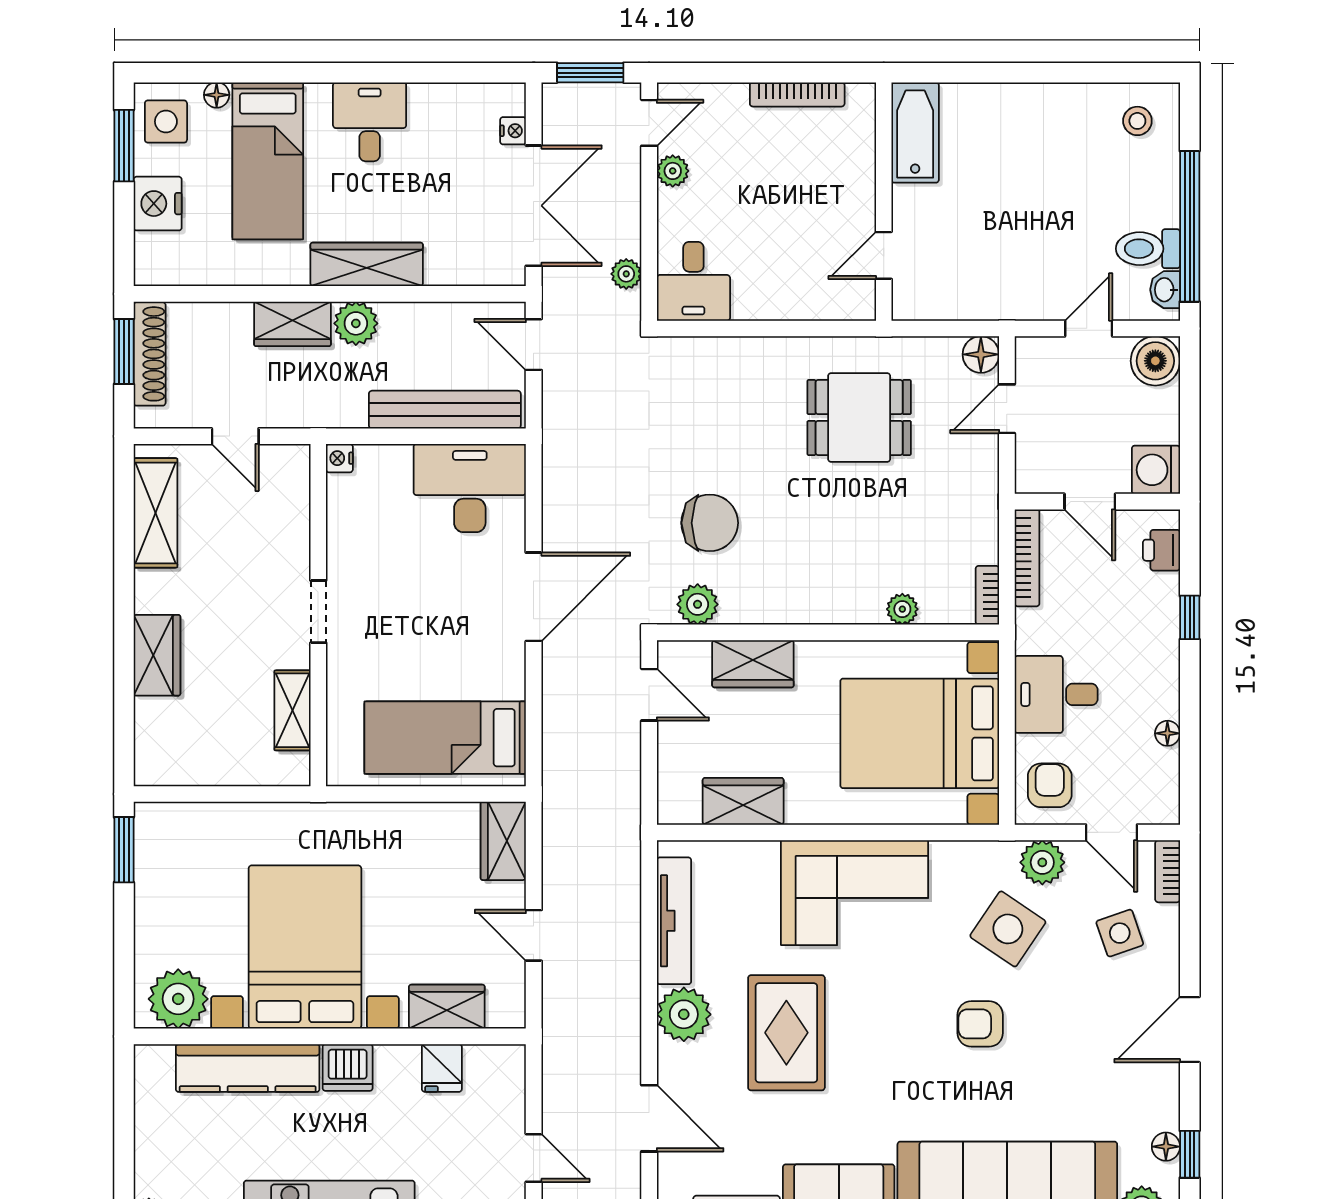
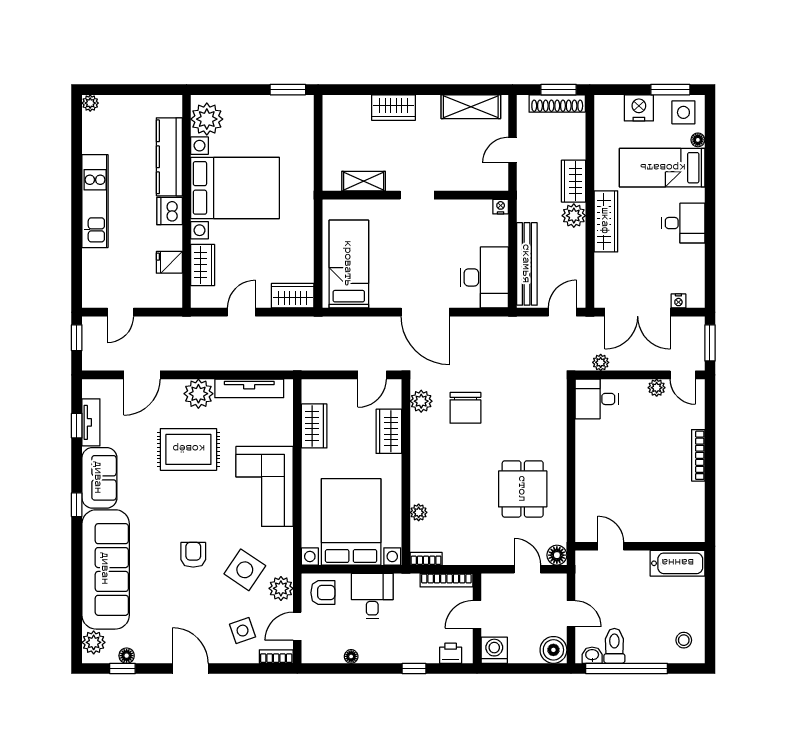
bathtub: (915, 132) -> (677, 563), moved
wall: (884, 202) -> (640, 546), moved
door: (884, 255) -> (611, 546), moved

